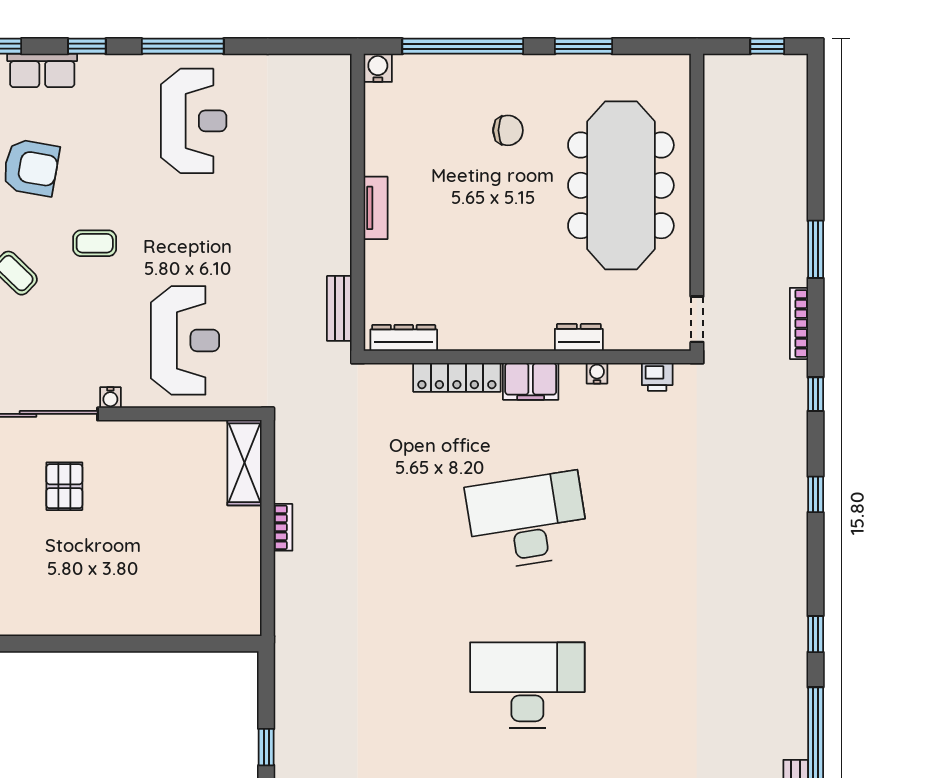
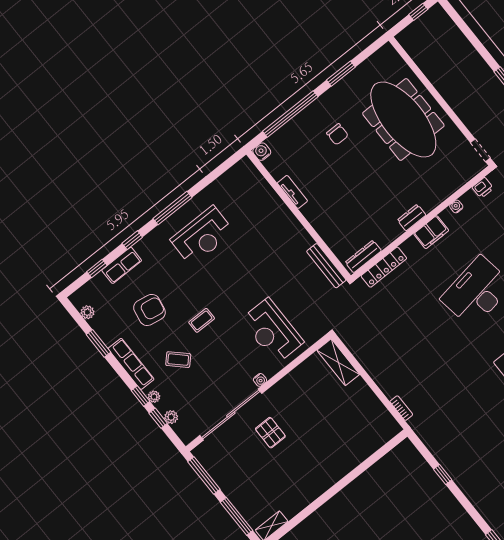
reception desk: (194, 121) -> (202, 236), turned 90
chair: (508, 130) -> (337, 134), turned 90
tv unit: (376, 208) -> (292, 192), moved
bench: (339, 308) -> (326, 266), width x1.36
dresser: (579, 337) -> (412, 218), moved
reception desk: (185, 340) -> (272, 331), turned 180
locker: (457, 377) -> (384, 267), moved
bookcase: (283, 527) -> (401, 408), moved

